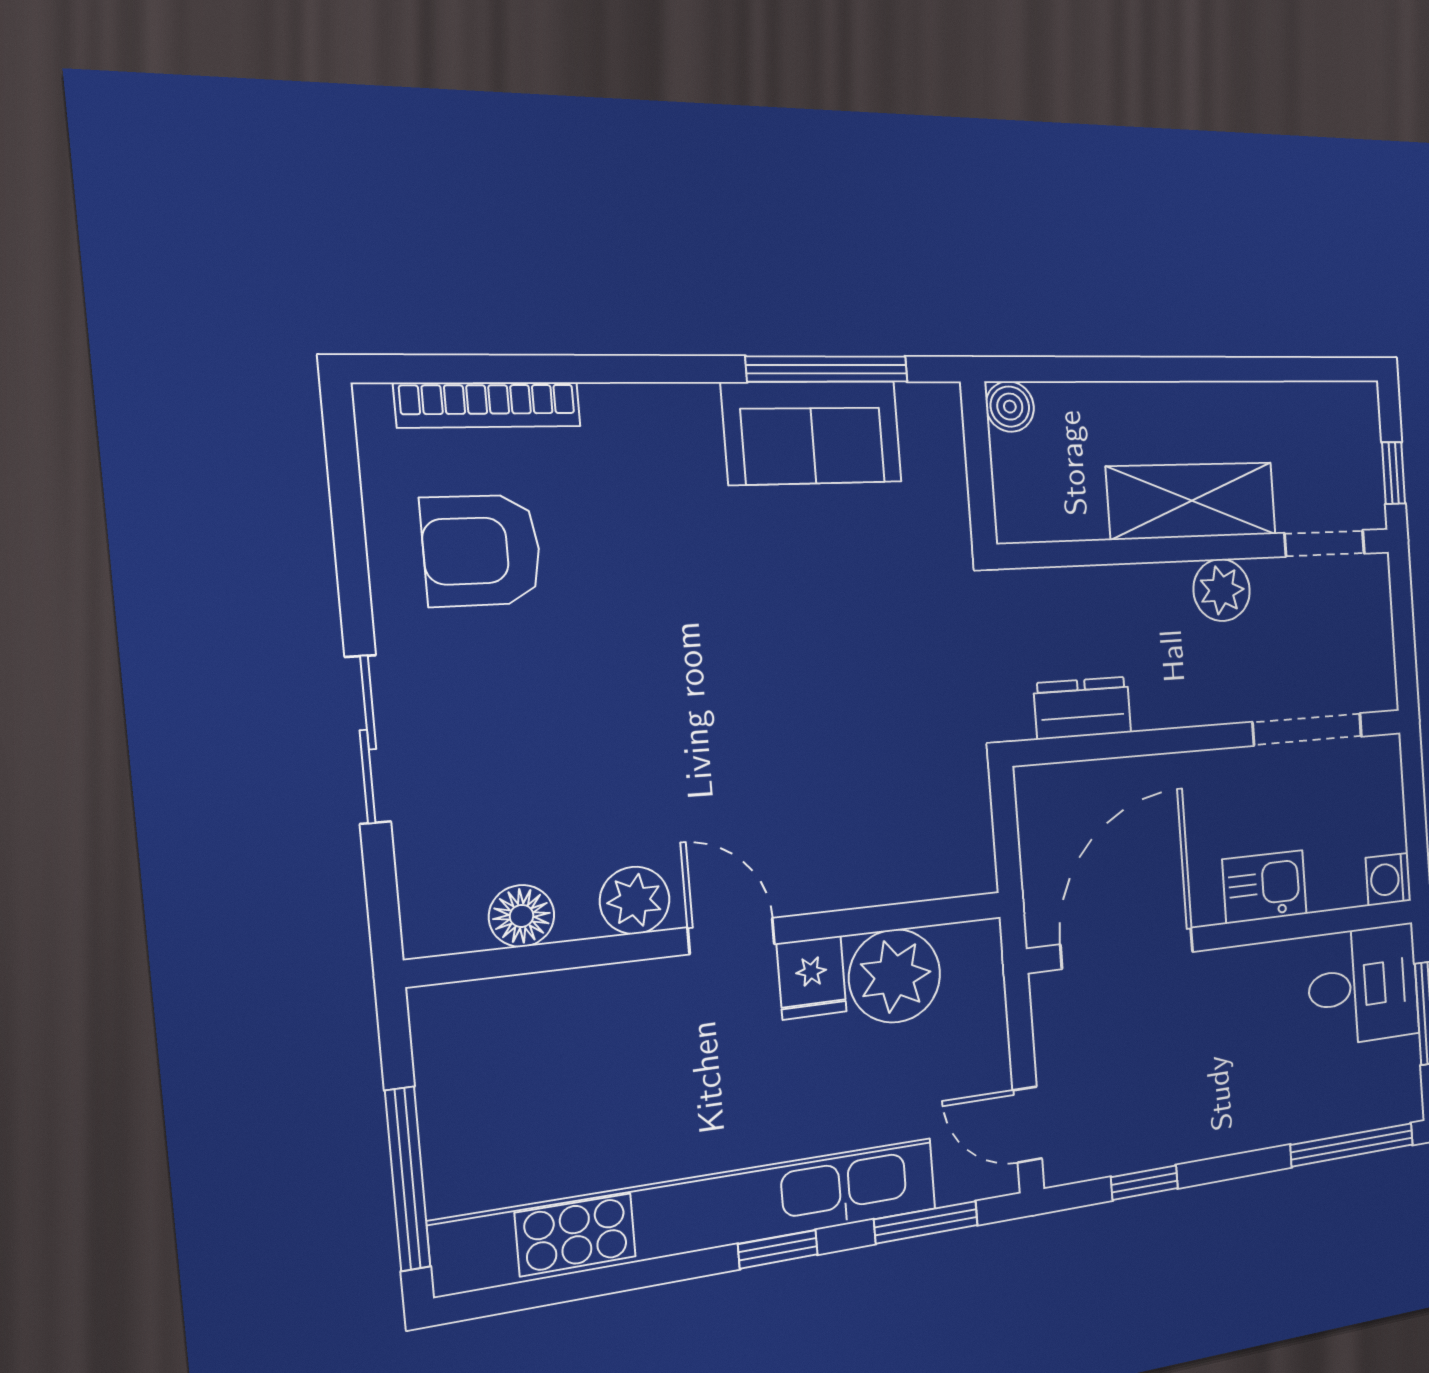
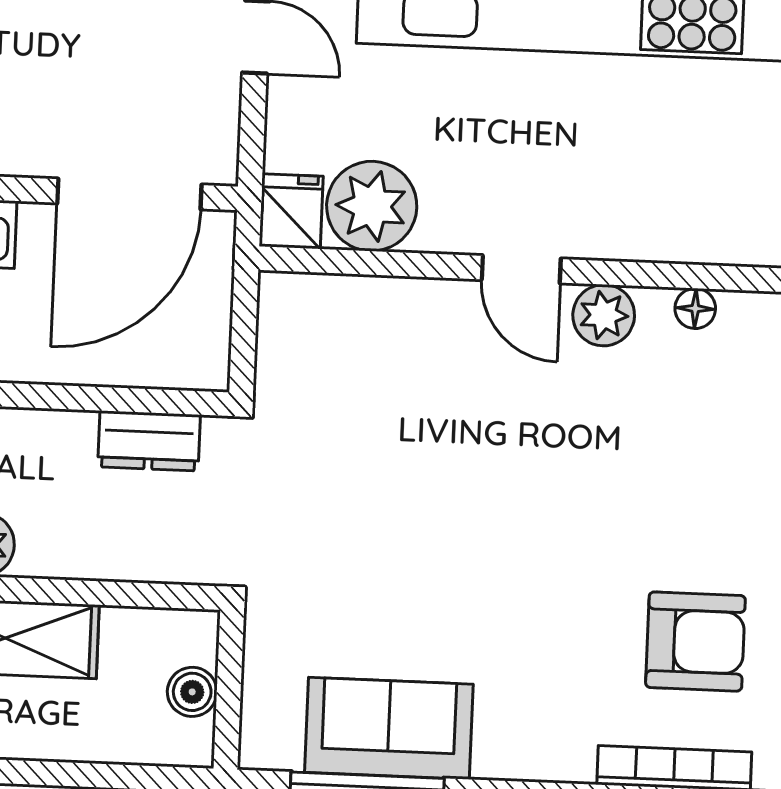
boiler: (1010, 407) -> (192, 692), moved
floor lamp: (522, 916) -> (695, 308), width x0.73, depth x0.73
fridge: (812, 978) -> (291, 211), moved

